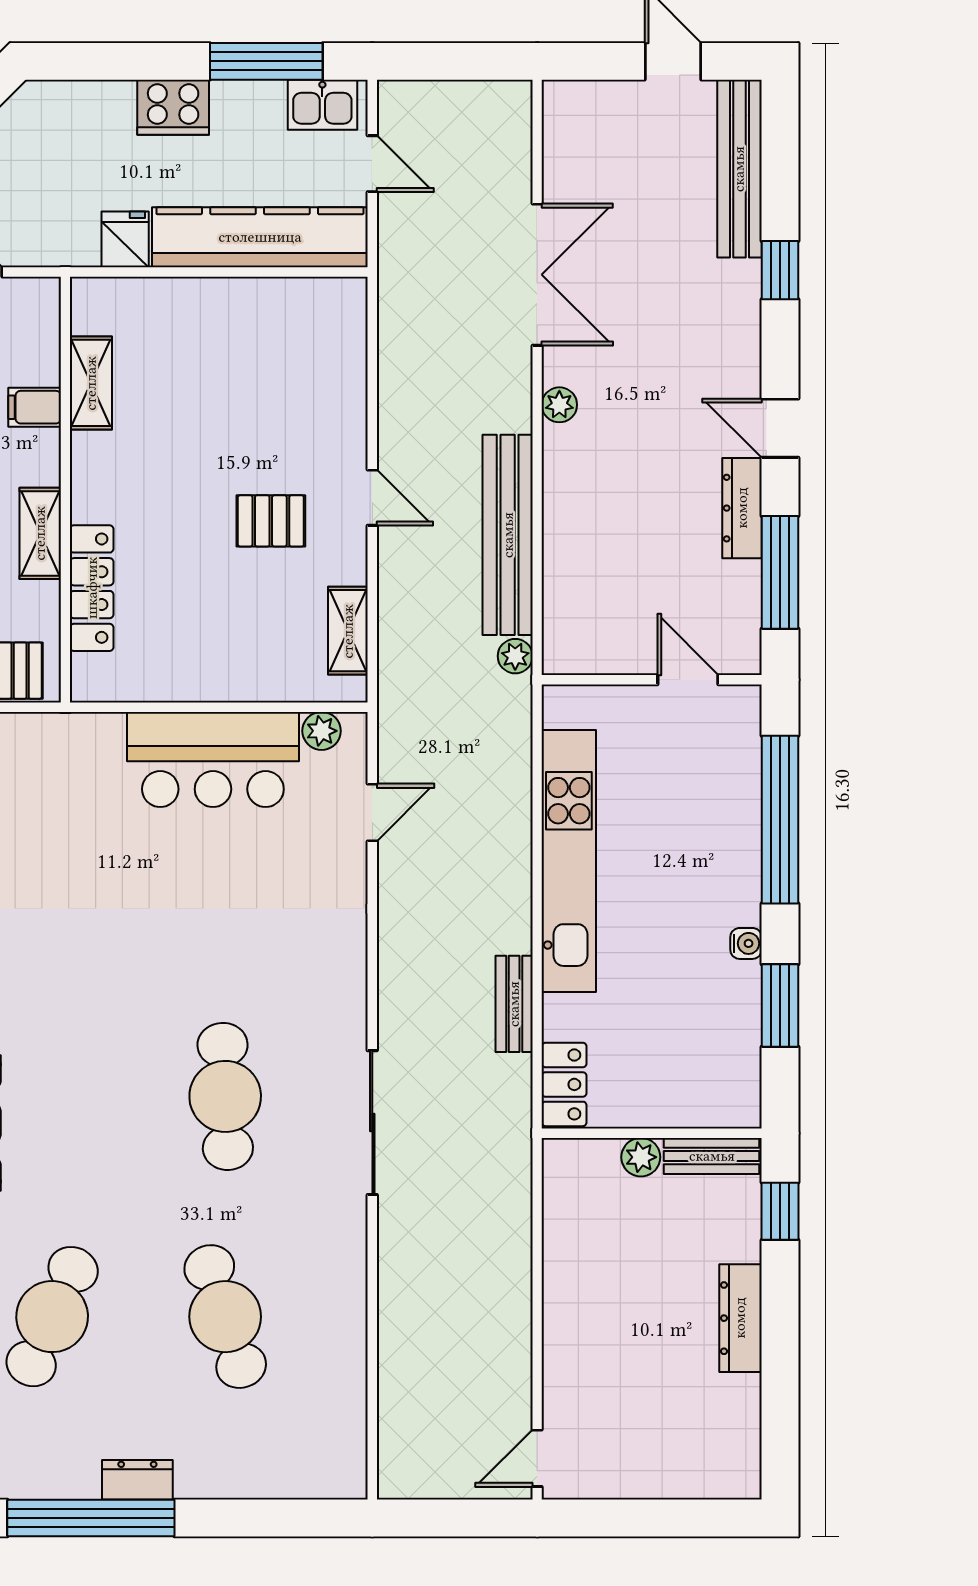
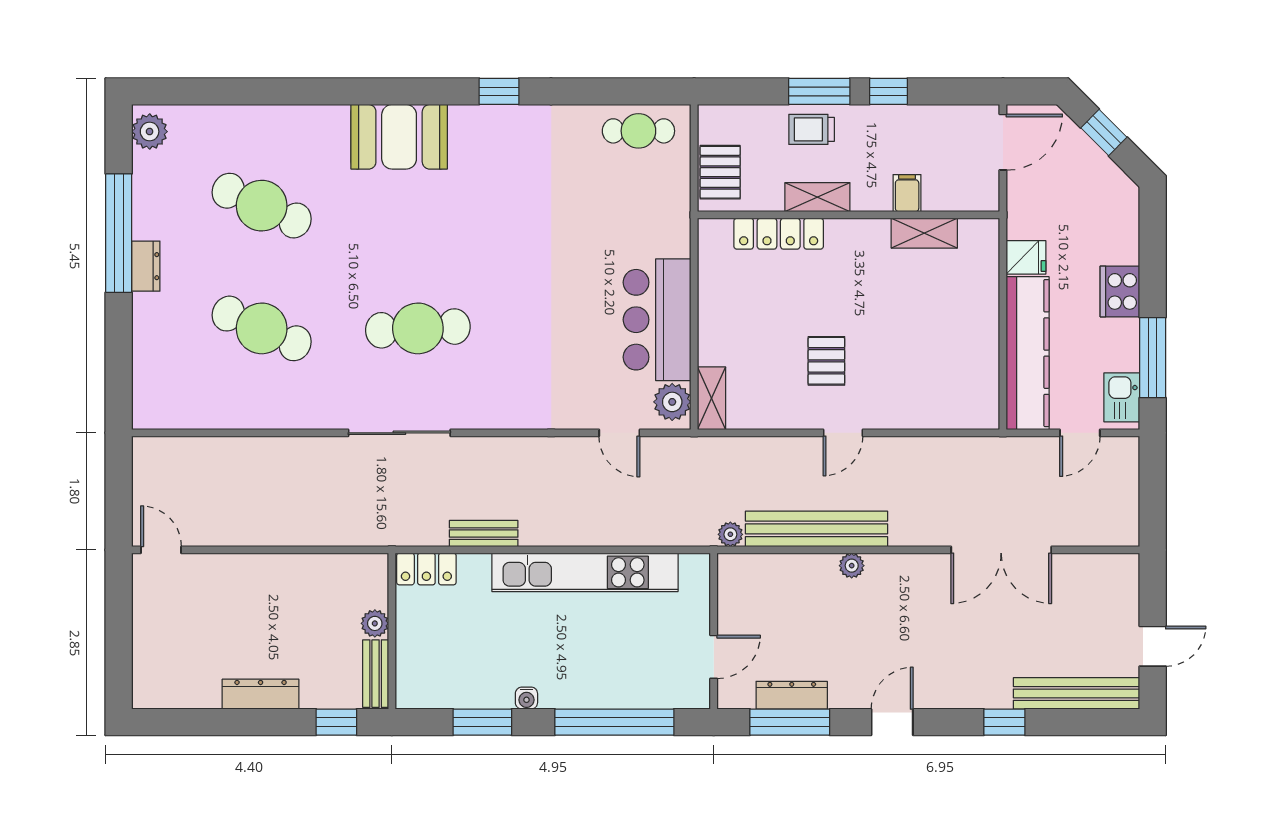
plant: (559, 405) -> (852, 566), moved
dresser: (742, 508) -> (792, 695), moved
shelving: (348, 631) -> (711, 398), moved, turned 90
plant: (322, 731) -> (672, 402), width x1.38, depth x1.38
cafe table: (225, 1317) -> (262, 328), turned 42

